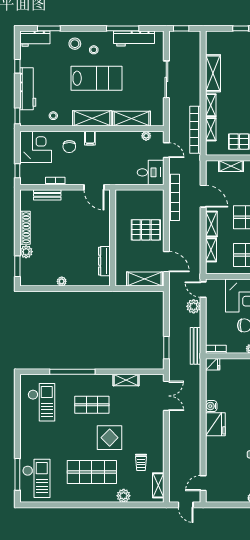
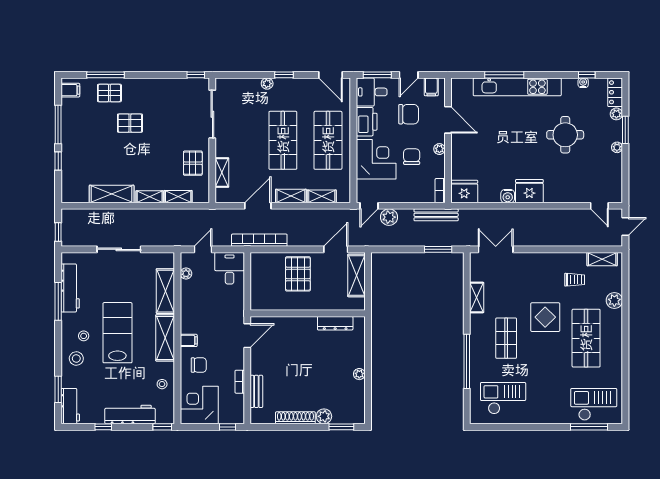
bookcase: (195, 130) -> (179, 215), removed
fridge: (213, 364) -> (464, 192), width x1.88, depth x1.34

